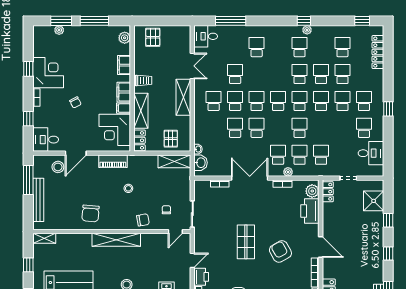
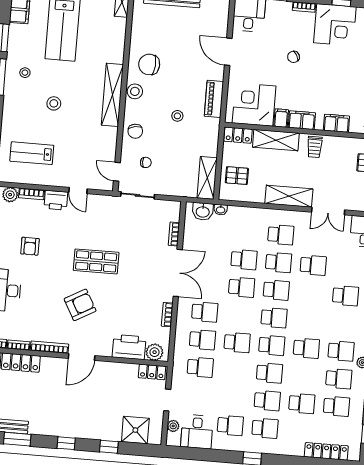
school desk: (321, 74) -> (339, 379), moved
stool: (58, 167) -> (135, 91), moved
plant: (288, 172) -> (173, 426), moved

